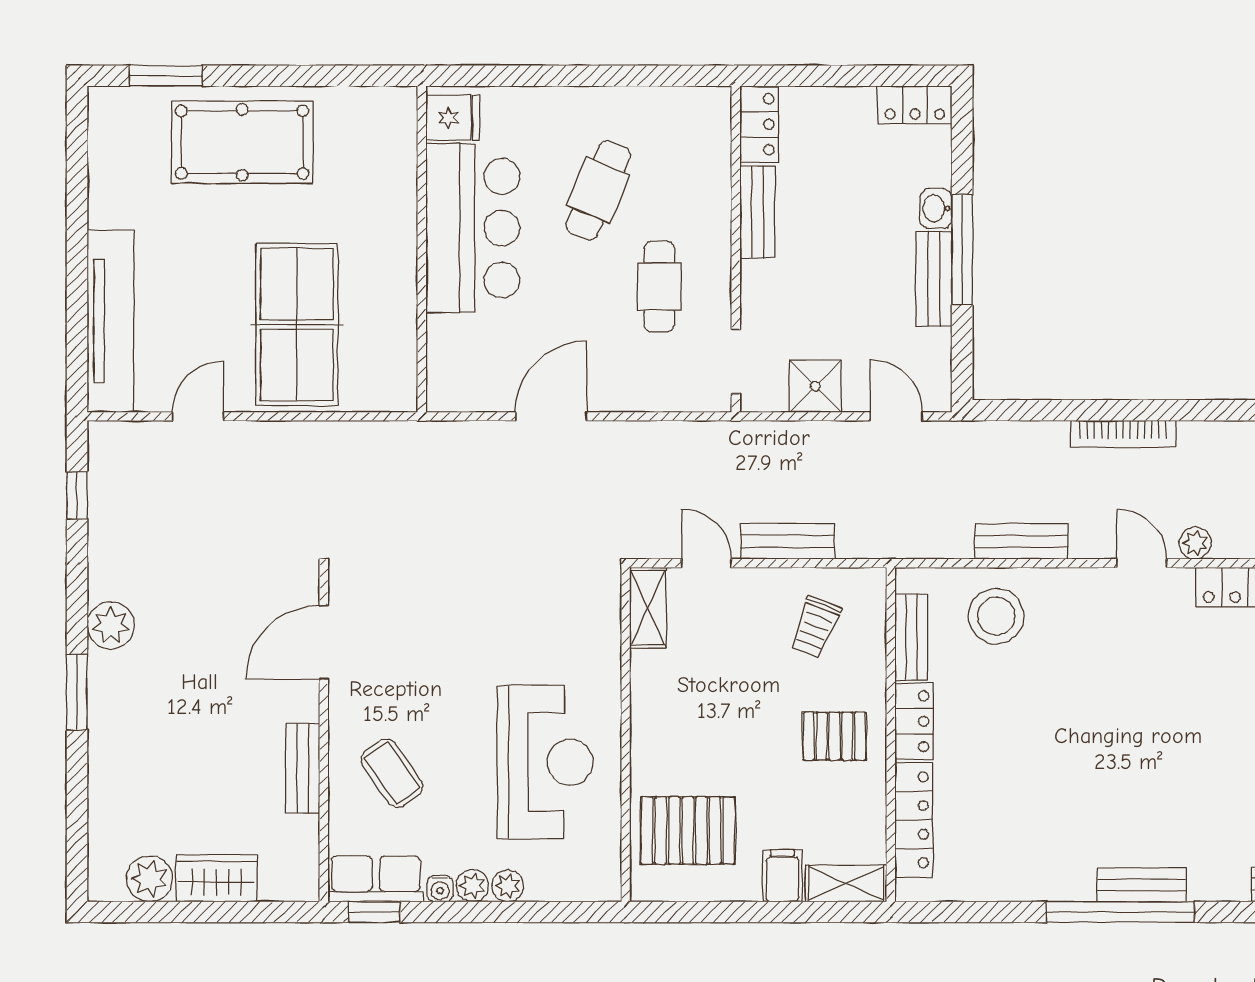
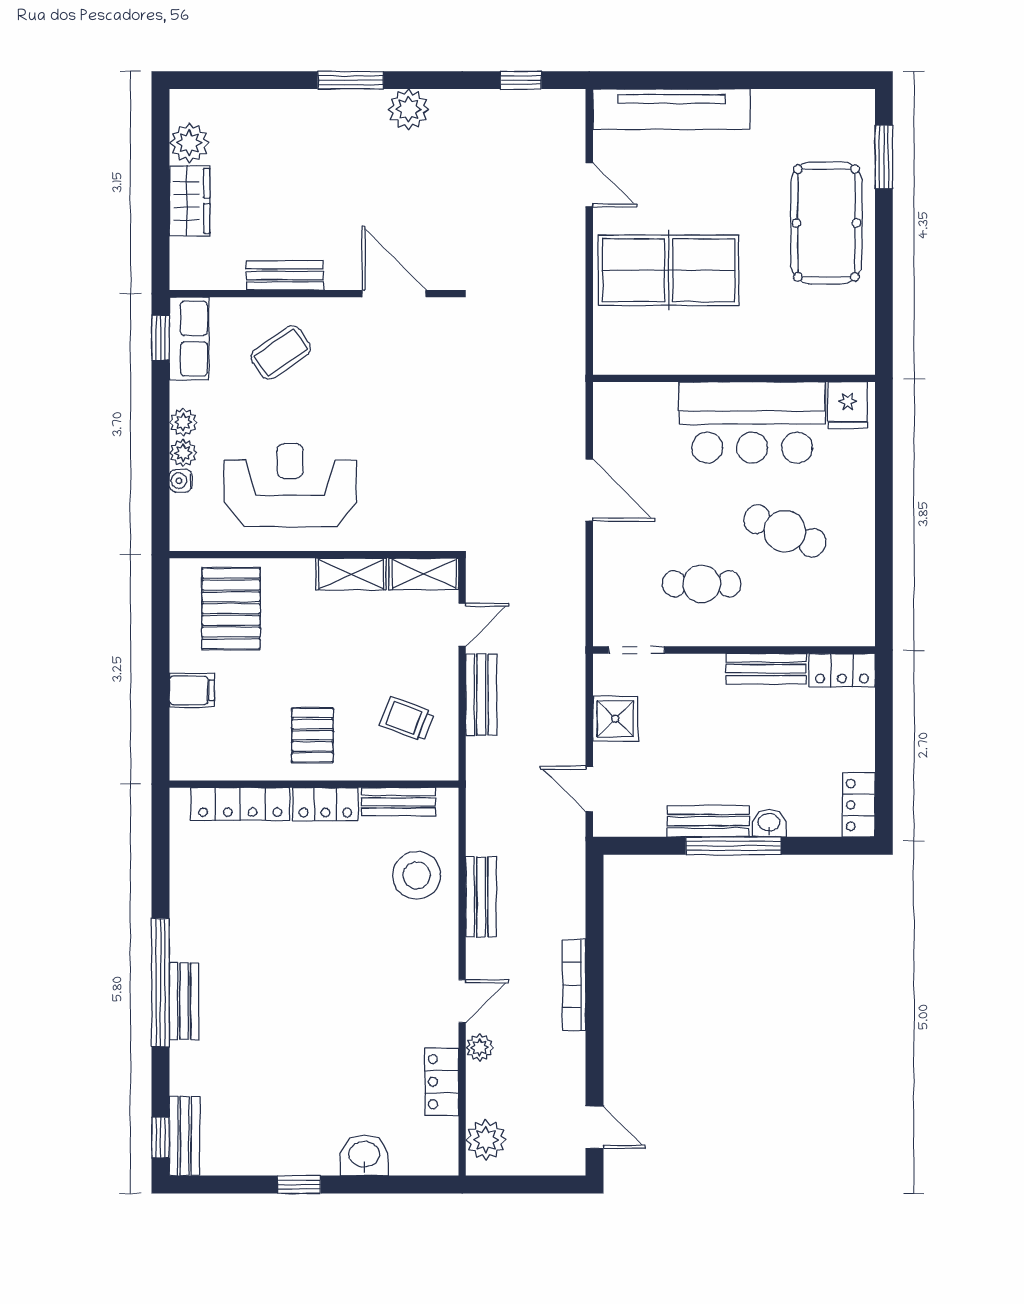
door: (896, 416) -> (589, 789), swing flipped
reception desk: (545, 762) -> (290, 485), turned 180
shelving: (846, 883) -> (351, 574), moved, turned 90
water cooler: (440, 889) -> (181, 481), moved

